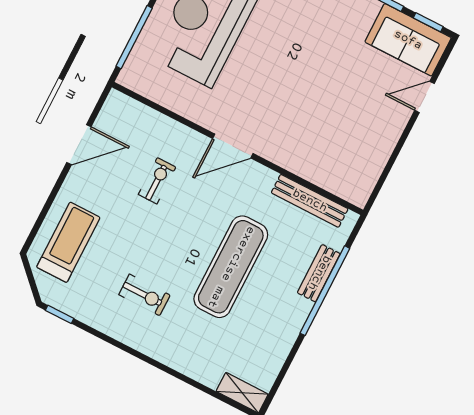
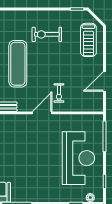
exercise bike: (157, 181) -> (59, 93), moved
exercise bike: (144, 295) -> (47, 34), width x1.38, depth x1.39

